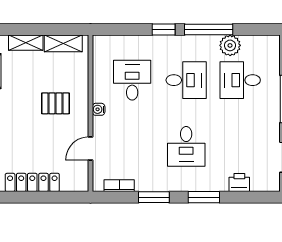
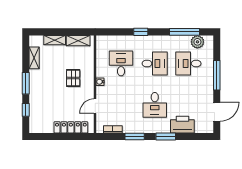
window: (209, 29) -> (184, 32), moved
plant: (230, 45) -> (197, 42), moved
pallet: (55, 103) -> (73, 78), turned 90
locker: (32, 182) -> (71, 127), moved
printer: (239, 182) -> (182, 125), width x1.87, depth x1.48

